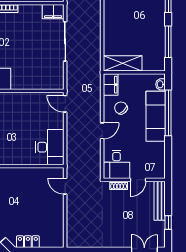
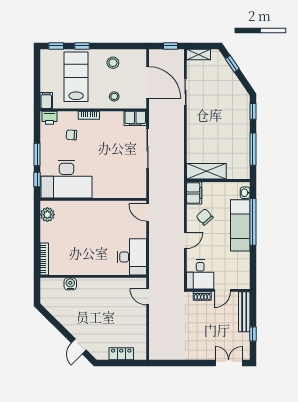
locker: (28, 242) -> (121, 354), moved

